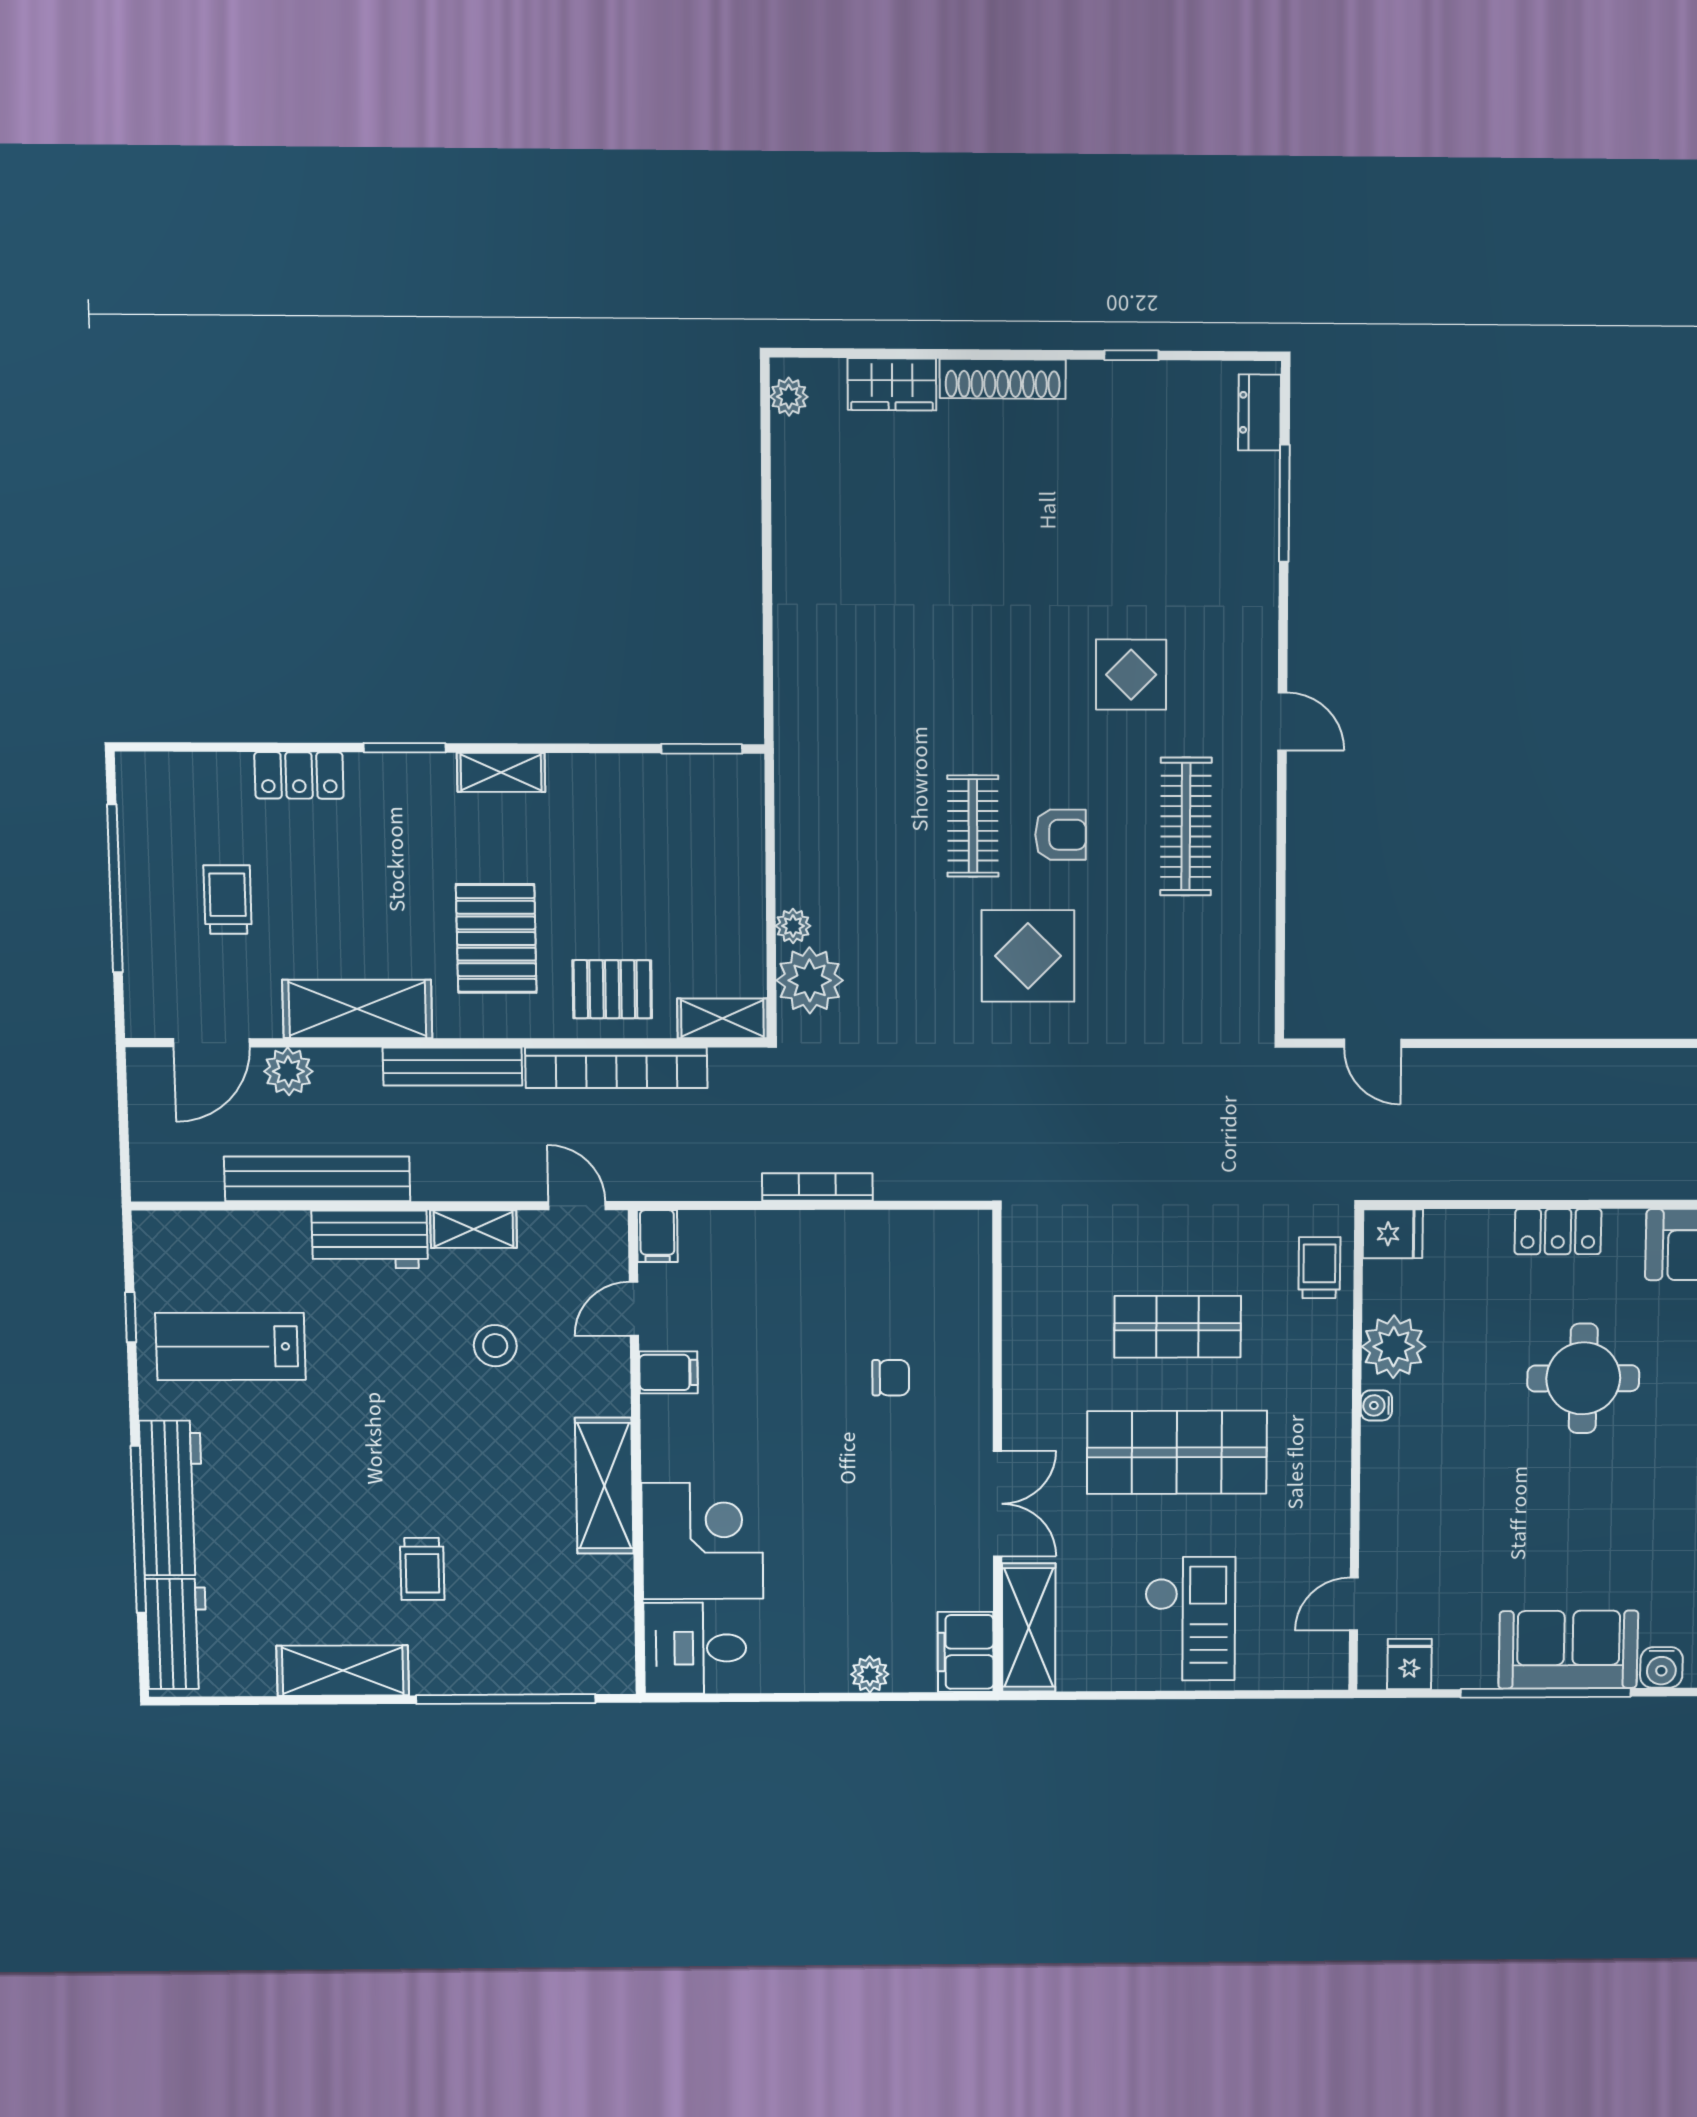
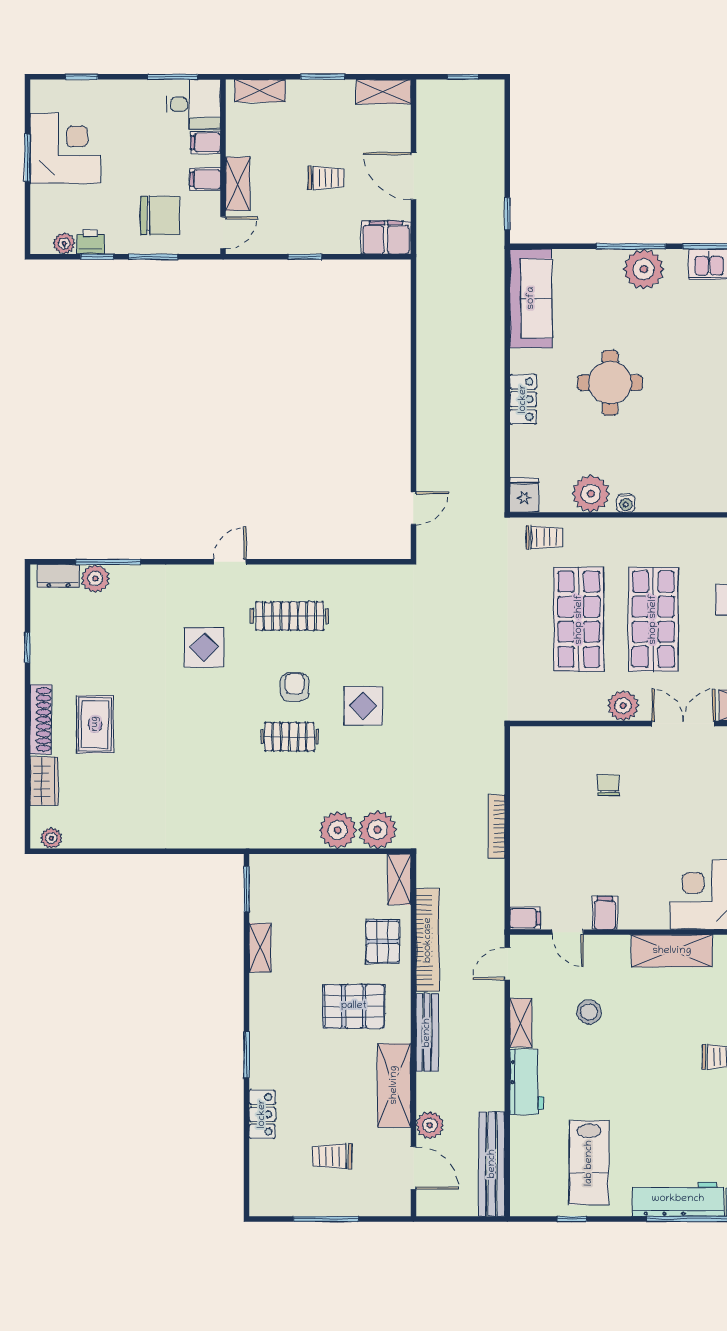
rug: (994, 478) -> (95, 724), added
plant: (1255, 480) -> (95, 579), added
shelving: (501, 772) -> (260, 948), moved
window: (115, 889) -> (326, 1219), width x0.68
plant: (793, 926) -> (338, 830), width x1.88, depth x1.88
display table: (1028, 956) -> (363, 706), width x0.73, depth x0.73
bench: (317, 1179) -> (492, 1164), moved
trolley: (1319, 1268) -> (544, 537), turned 180
shop shelf: (1178, 1327) -> (579, 619), width x1.43, depth x1.36
plant: (1028, 1402) -> (623, 706), added

